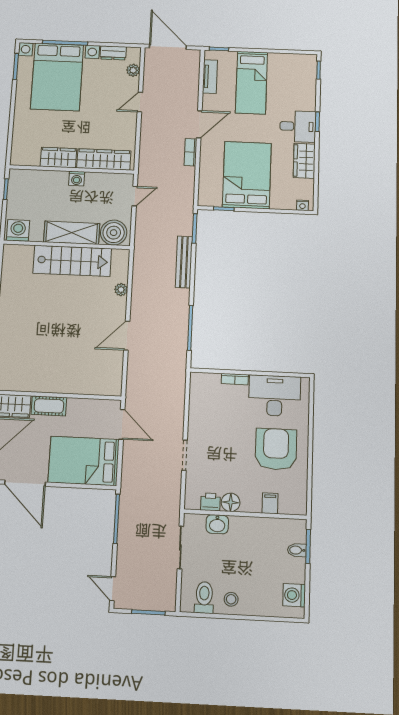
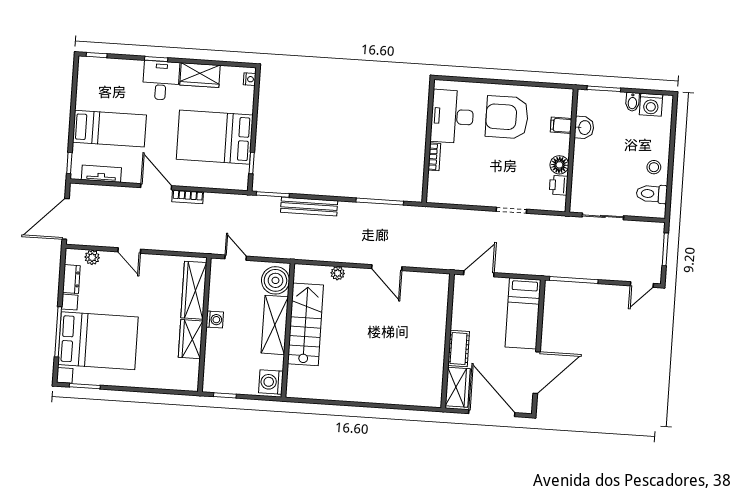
bed: (84, 461) -> (523, 313), width x0.67
washbasin: (217, 524) -> (584, 128), moved
bidet: (297, 550) -> (632, 102), moved

